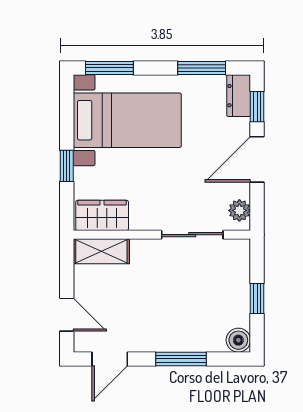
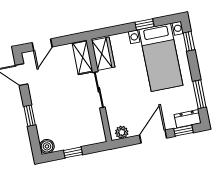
window: (109, 68) -> (189, 41), width x0.67
door: (257, 159) -> (153, 137), hinge flipped
window: (67, 166) -> (144, 24), moved
sliding door: (192, 235) -> (99, 90), moved
window: (181, 359) -> (30, 116), width x0.67

